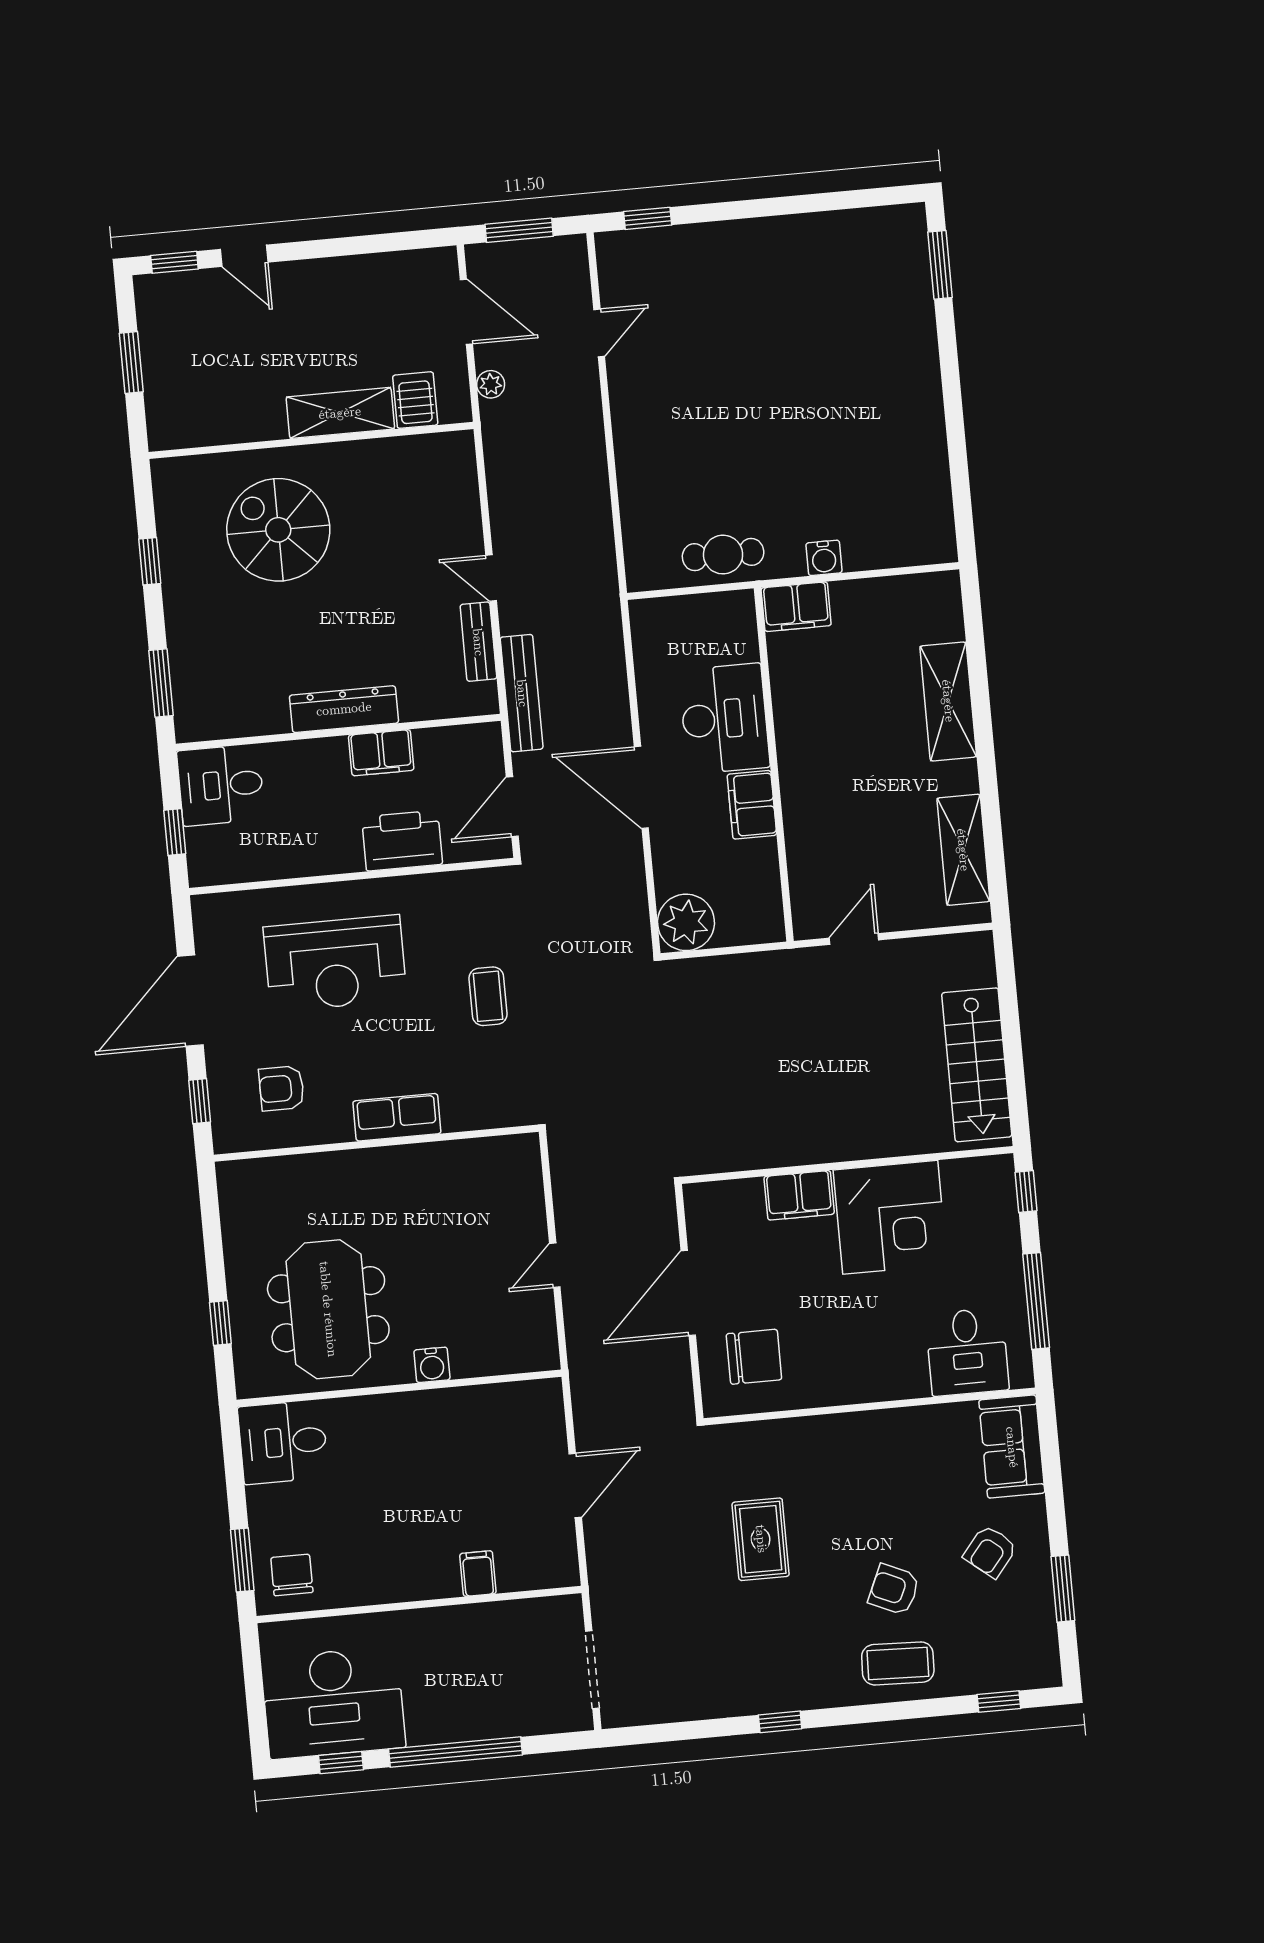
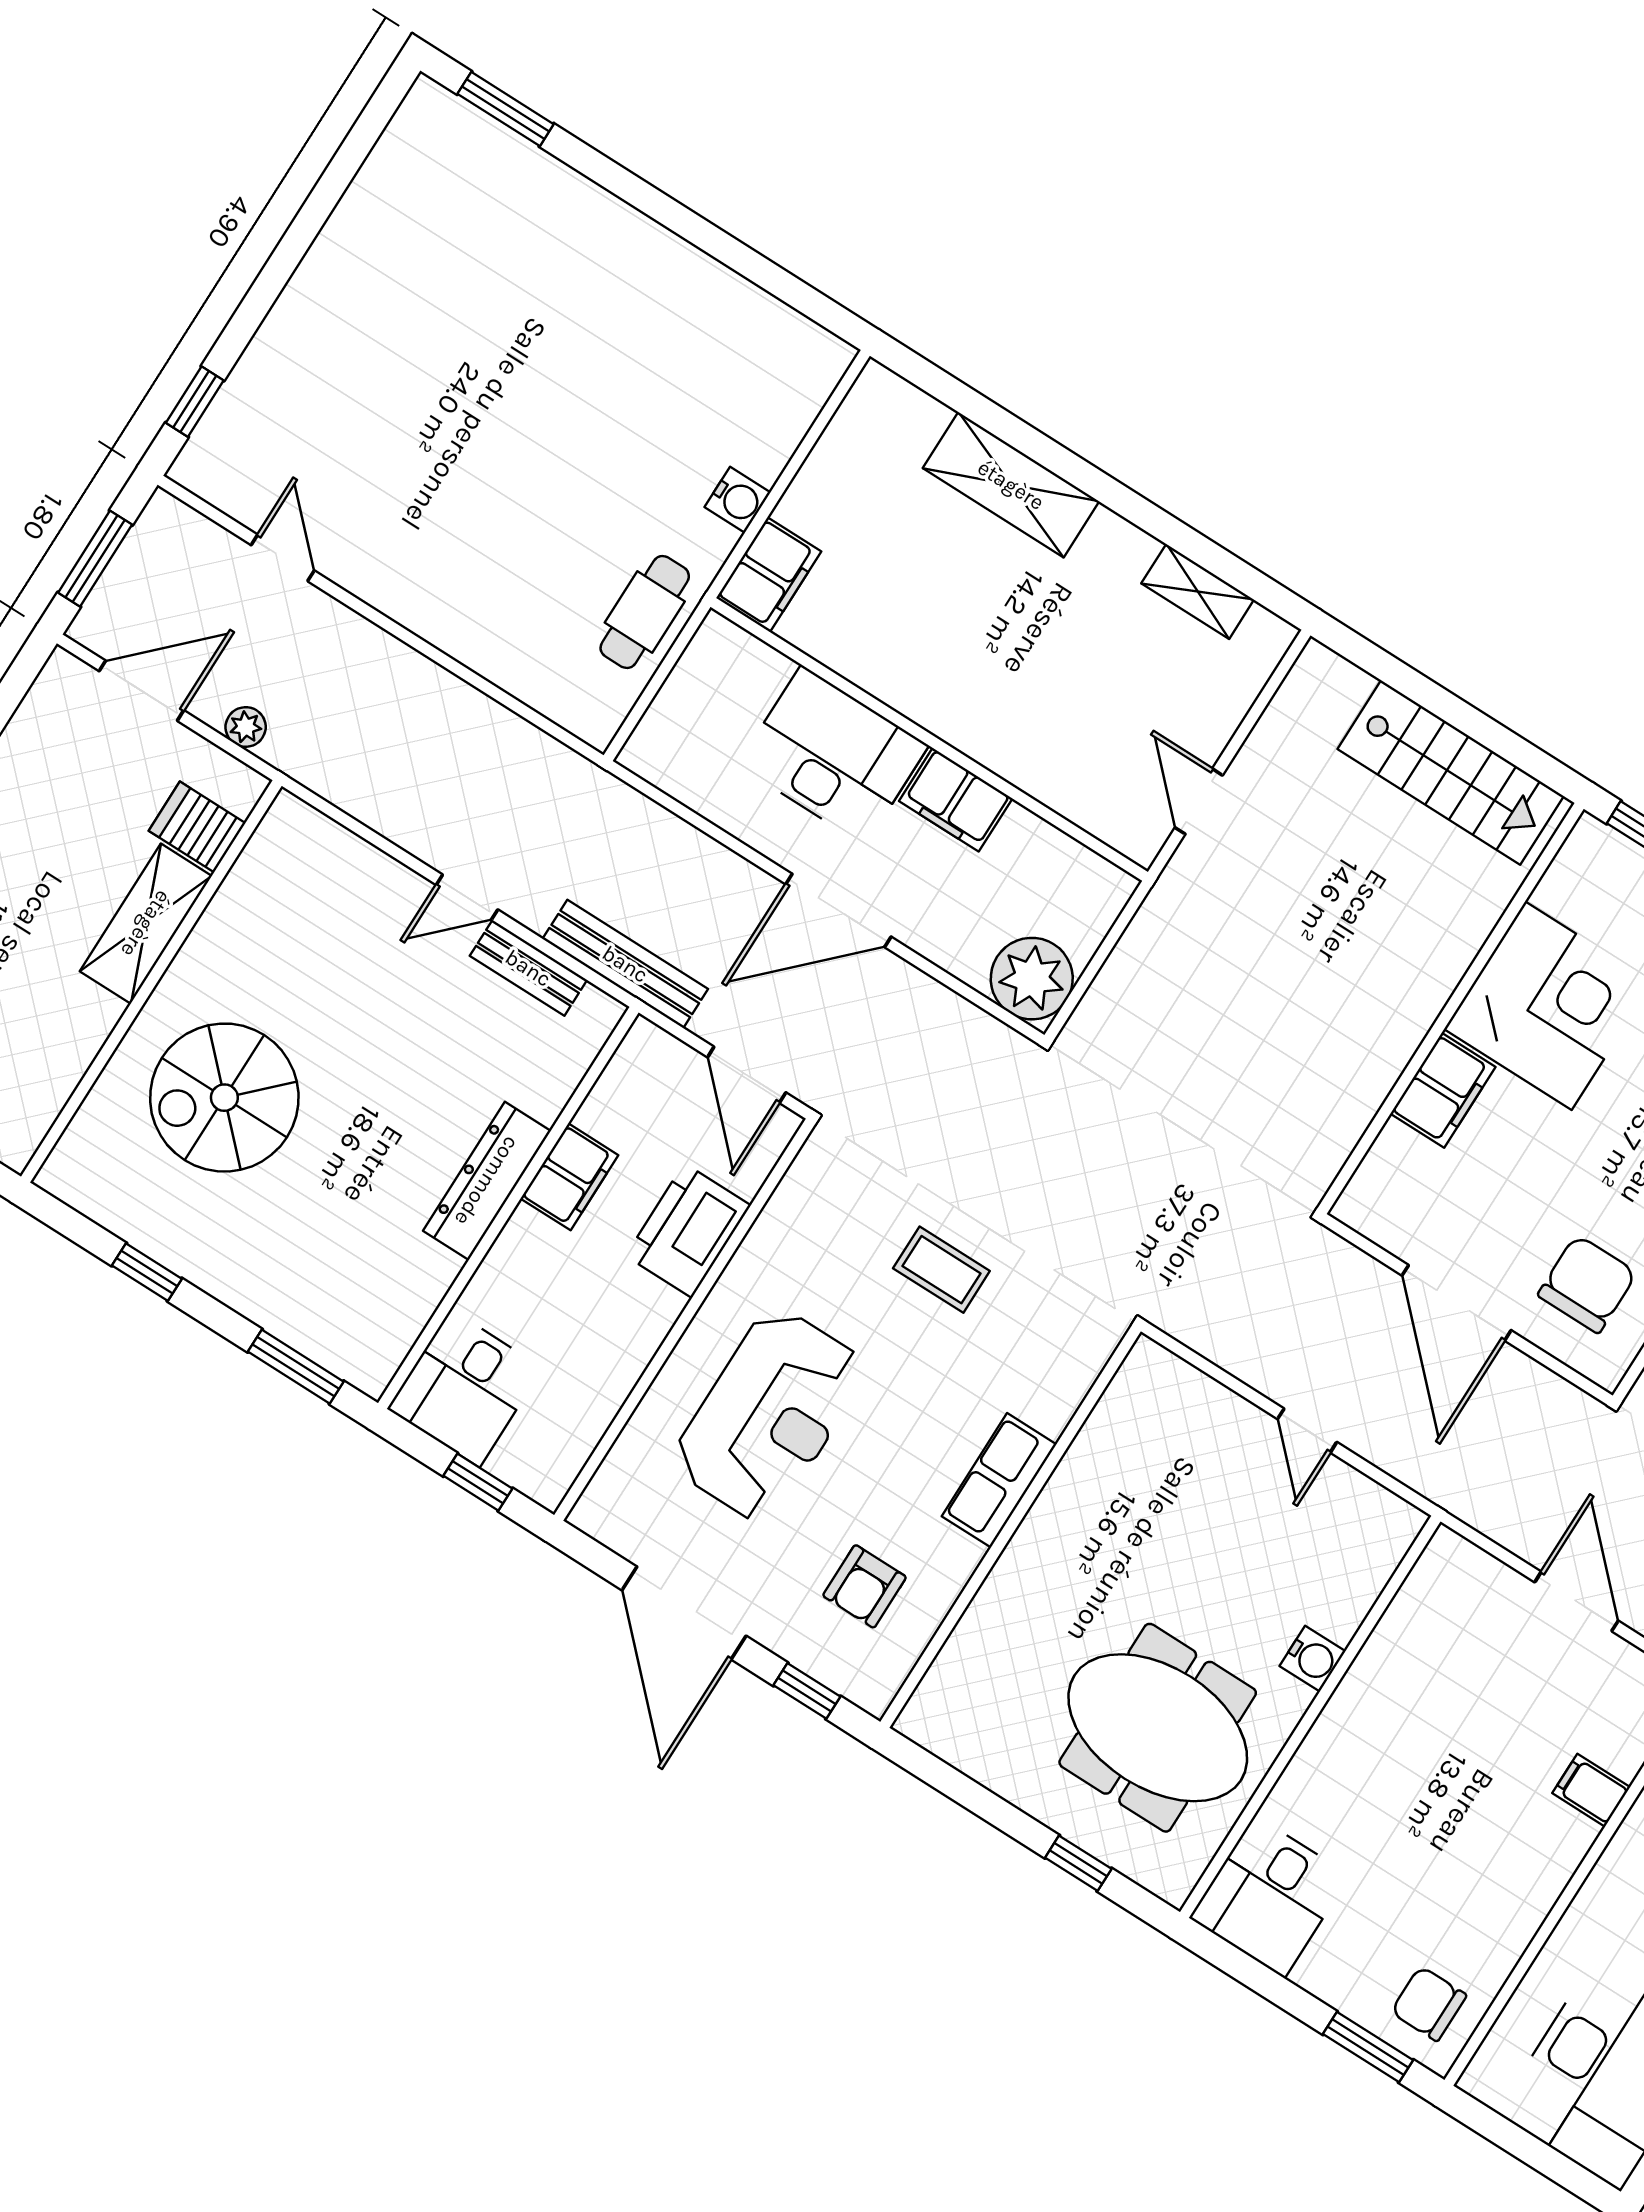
shelving: (963, 850) -> (1198, 591), width x0.67, depth x0.75

